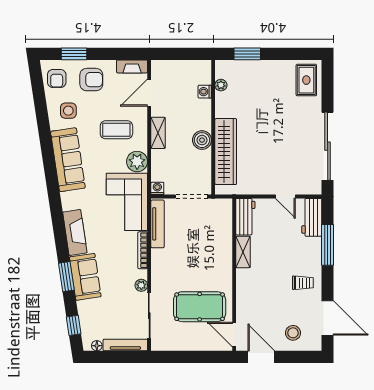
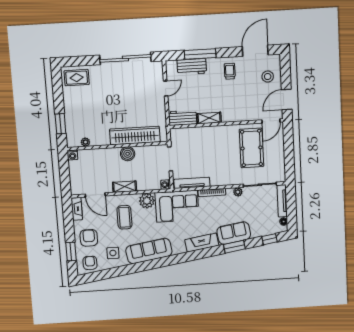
armchair: (57, 78) -> (90, 263), turned -90
washing machine: (205, 92) -> (72, 155), moved
workbench: (312, 217) -> (192, 67), moved

